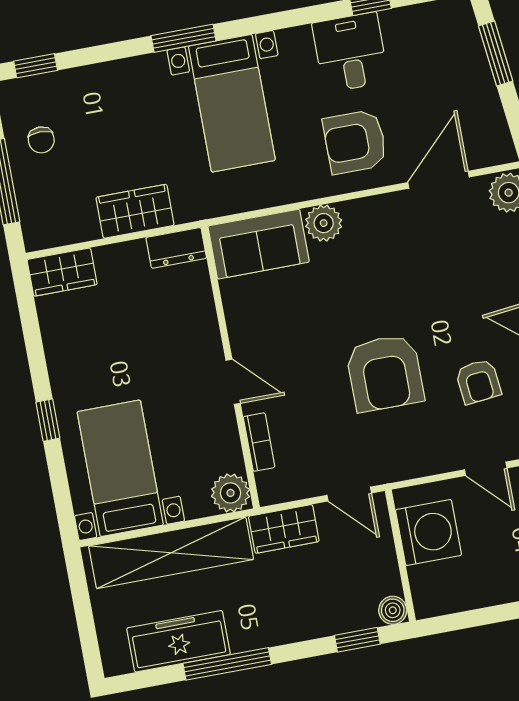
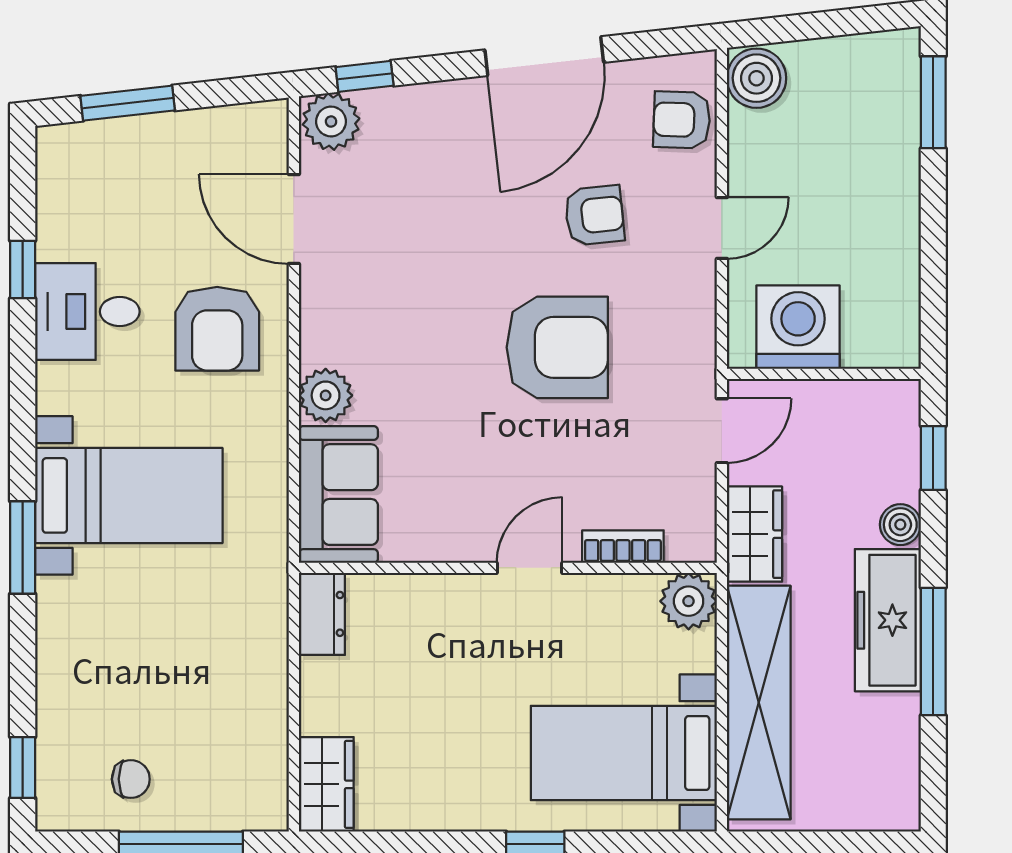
wardrobe: (135, 211) -> (258, 663), removed
boiler: (393, 610) -> (900, 525), moved
freezer: (179, 641) -> (888, 620), moved

